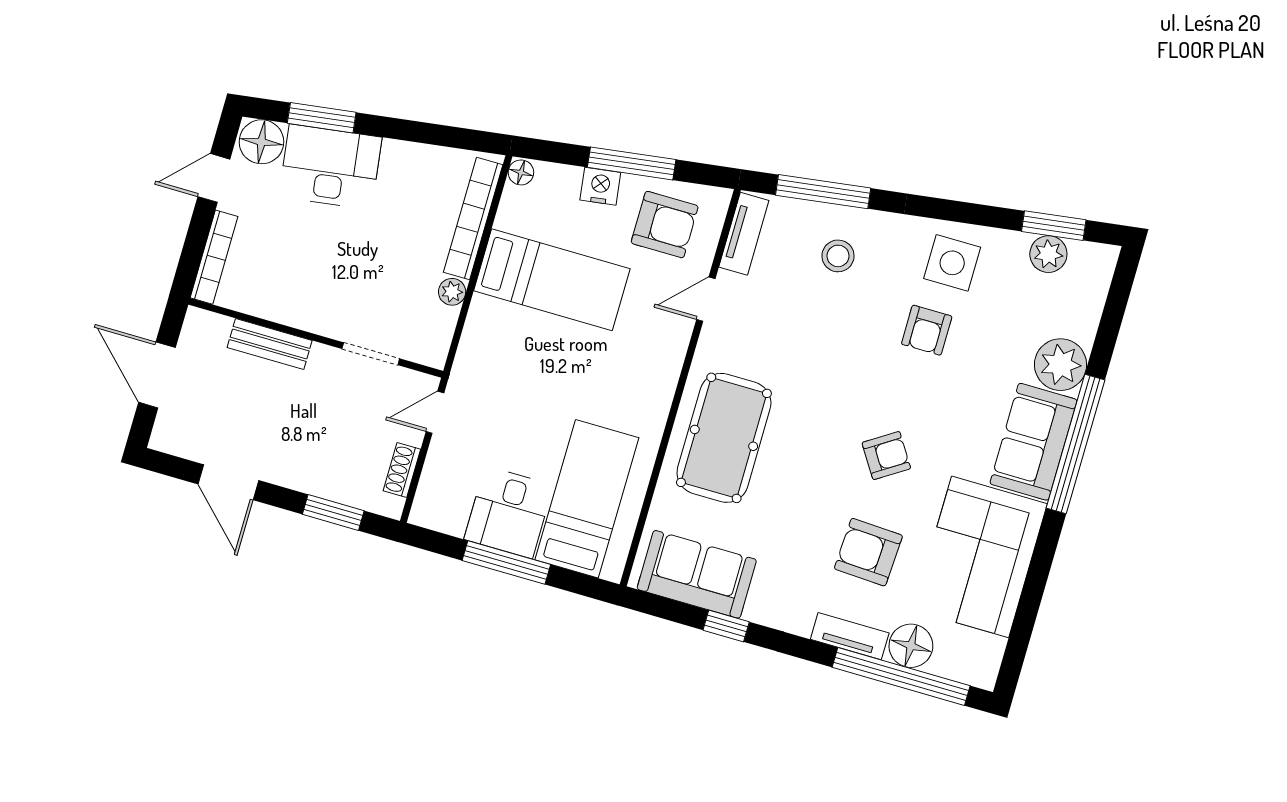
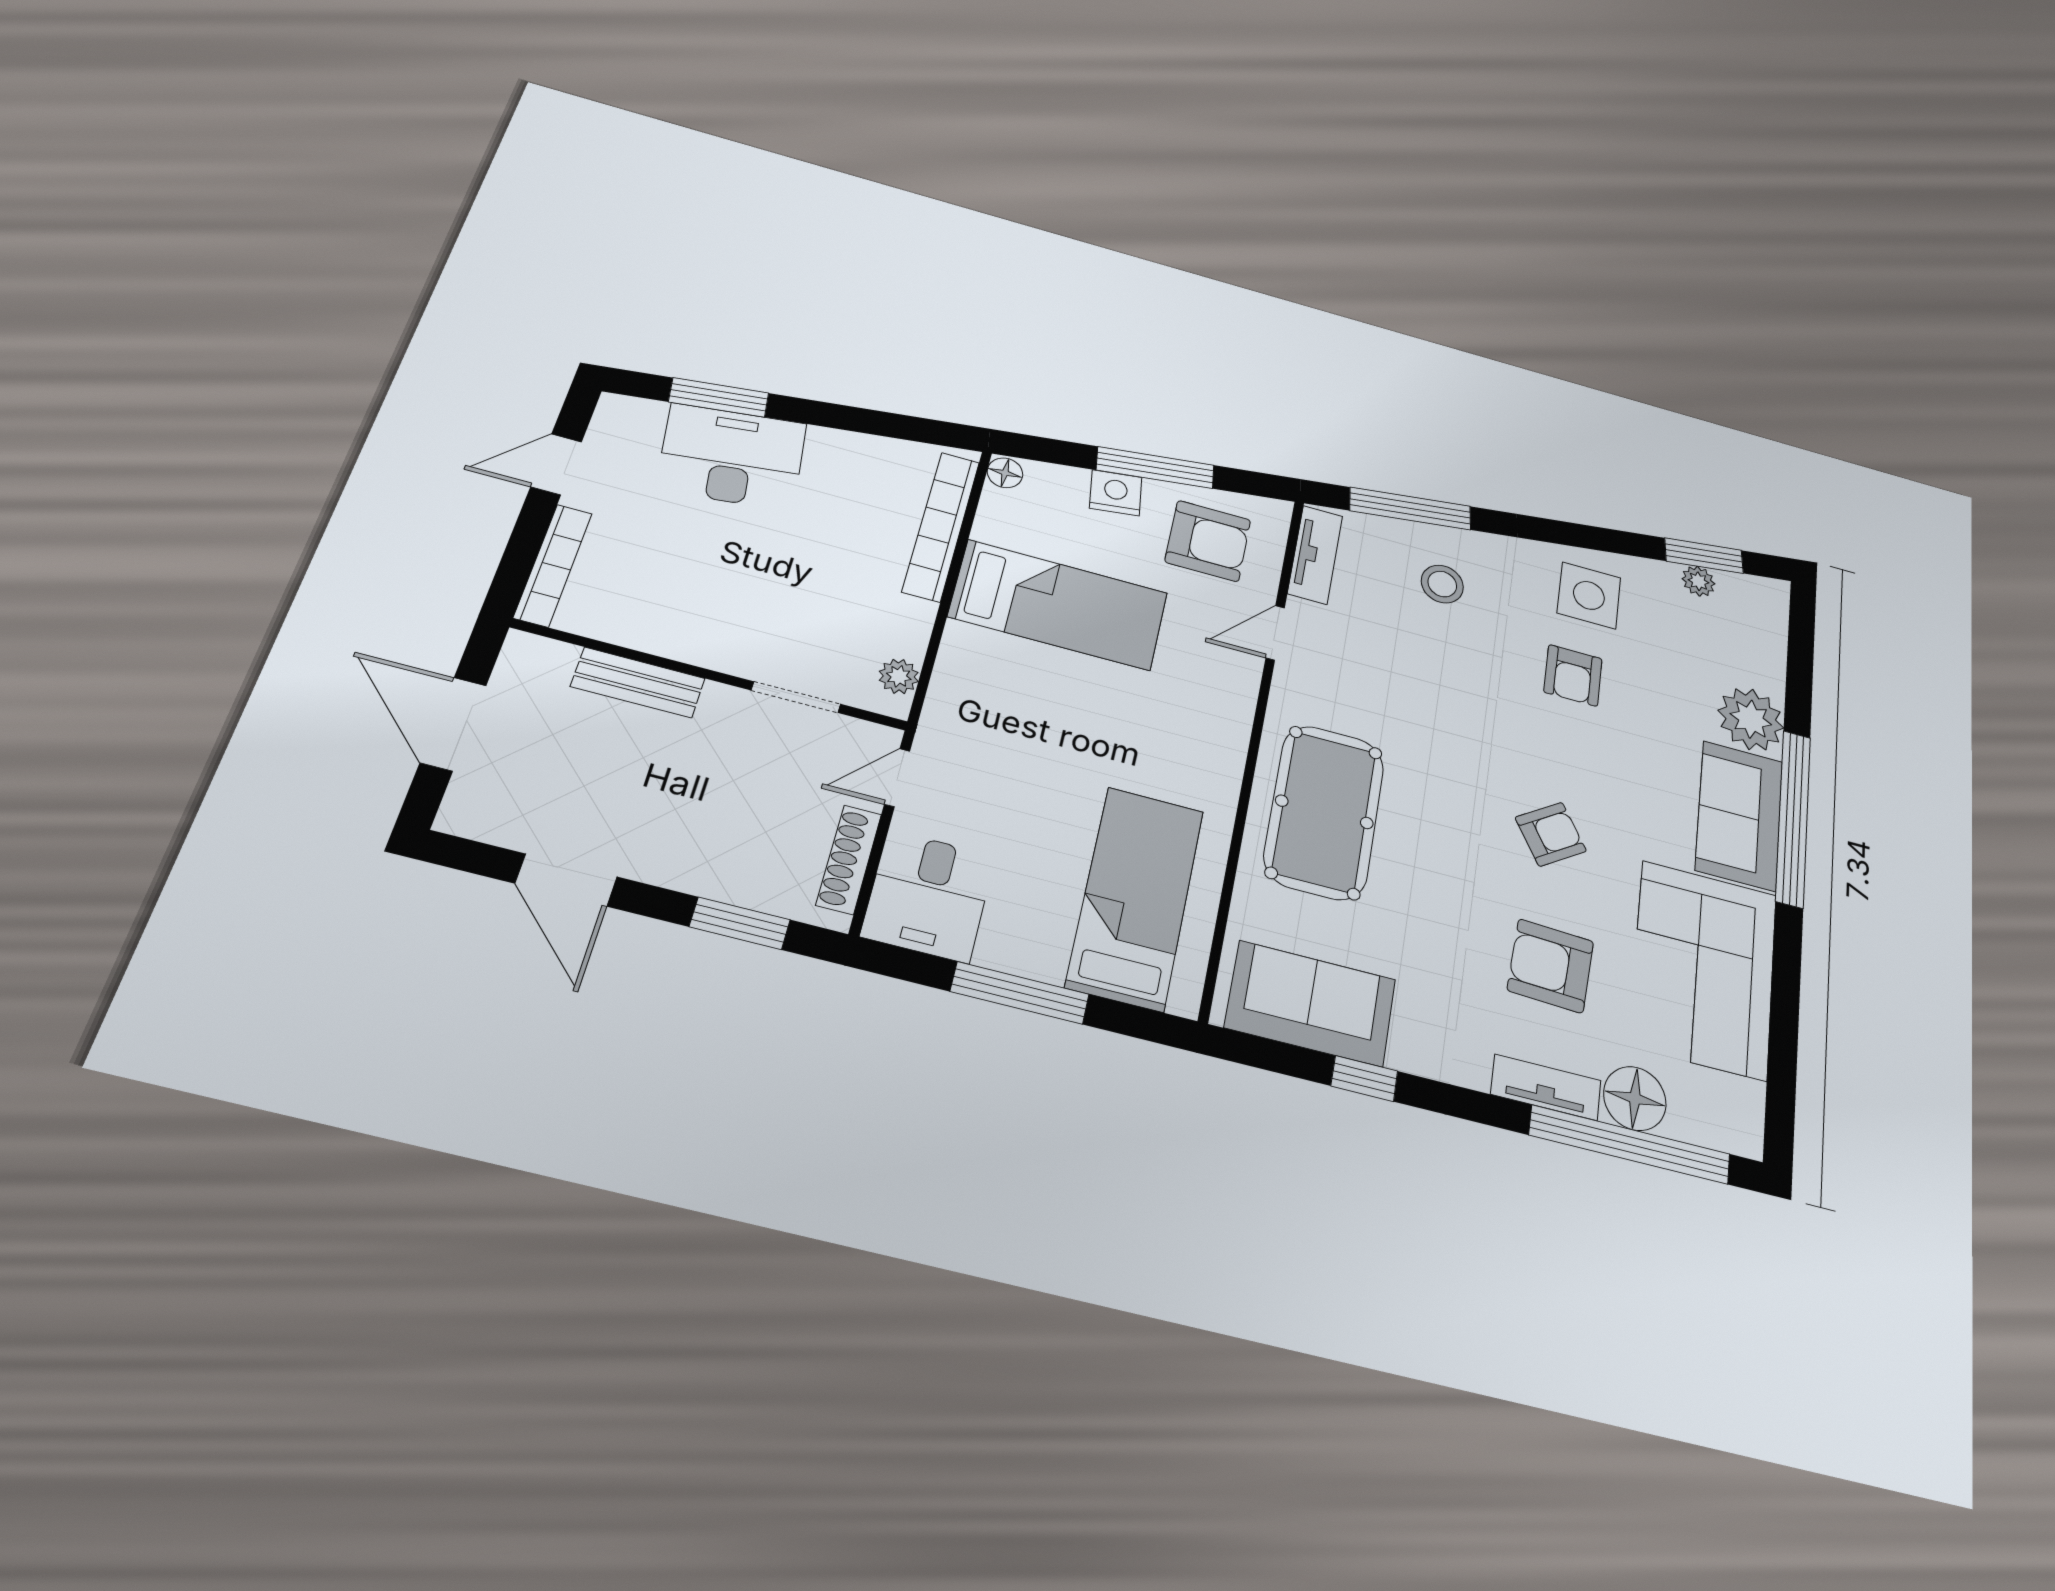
floor lamp: (261, 142) -> (630, 423), removed
plant: (1048, 254) -> (1698, 581), width x0.73, depth x0.73
plant: (452, 292) -> (899, 676), moved
shoe rack: (402, 470) -> (849, 859), width x1.43
desk: (509, 512) -> (928, 896), moved

